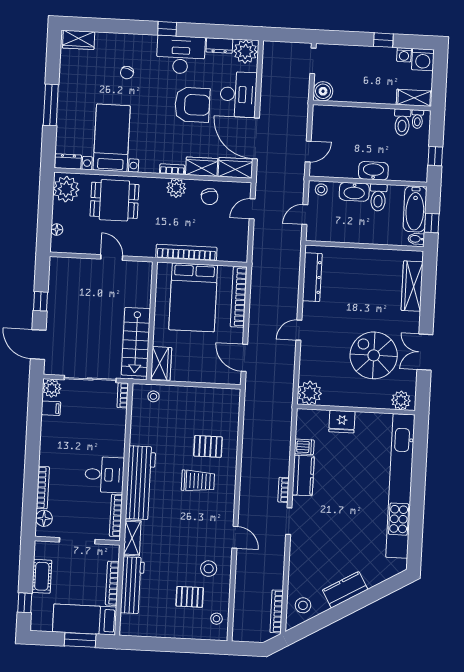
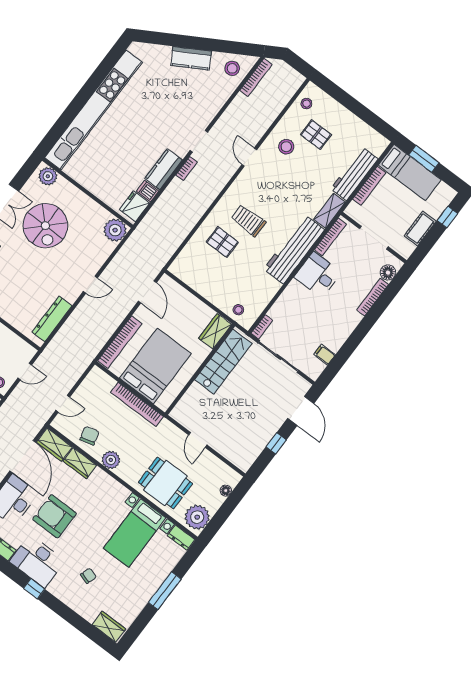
bookcase: (172, 169) -> (104, 477), removed
plant: (52, 388) -> (313, 370), removed
fridge: (342, 422) -> (135, 206), moved, turned -90

